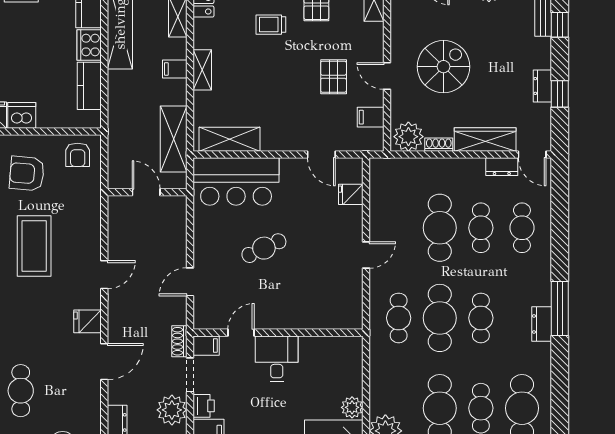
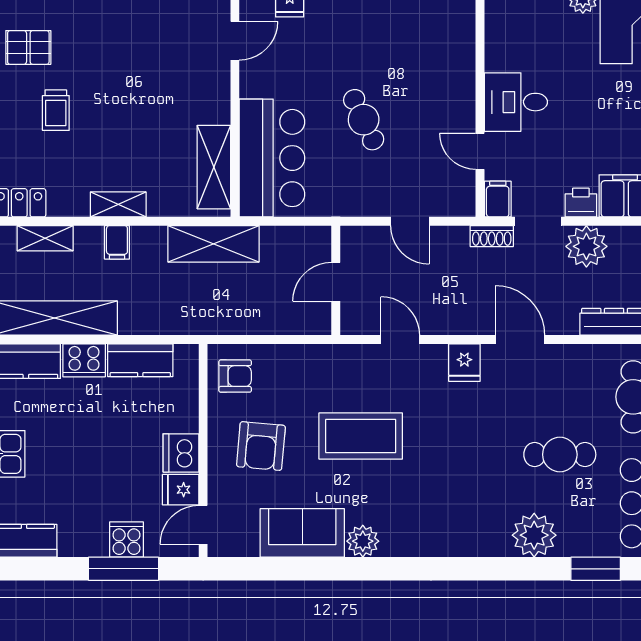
pallet: (334, 77) -> (128, 24), removed
door: (146, 192) -> (336, 282), moved
wall: (147, 192) -> (336, 280), moved

